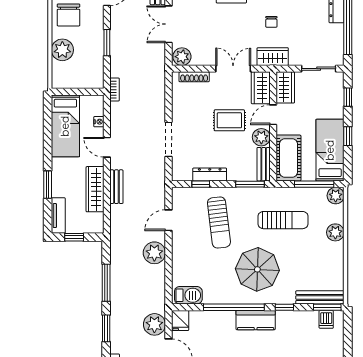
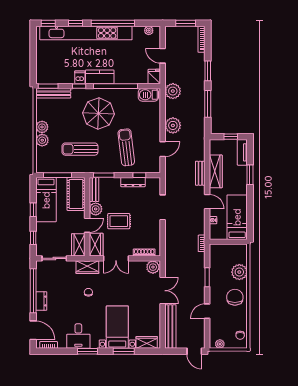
plant: (336, 196) -> (42, 127), moved
dishwasher: (326, 319) -> (80, 77), moved
plant: (154, 324) -> (173, 91), moved

